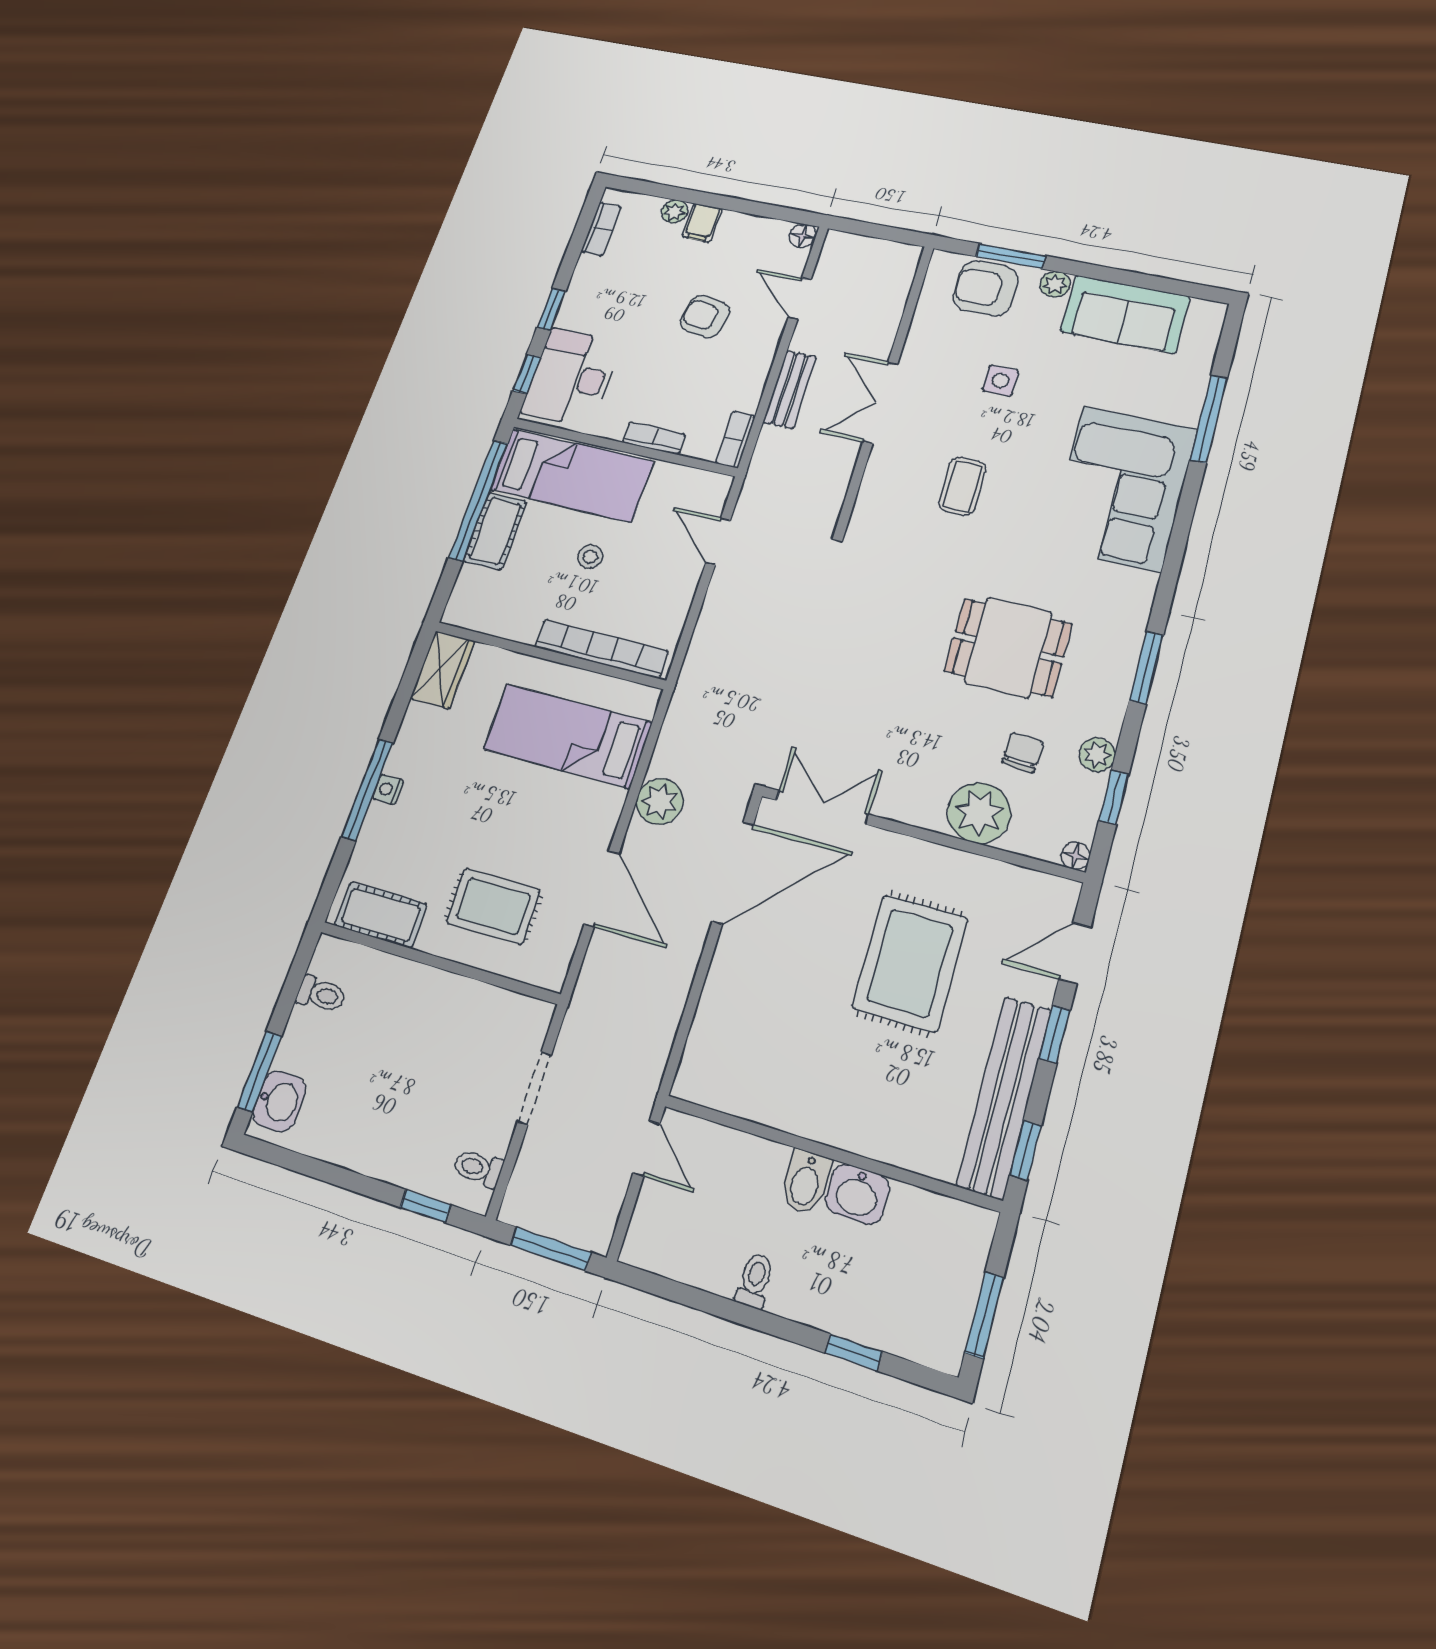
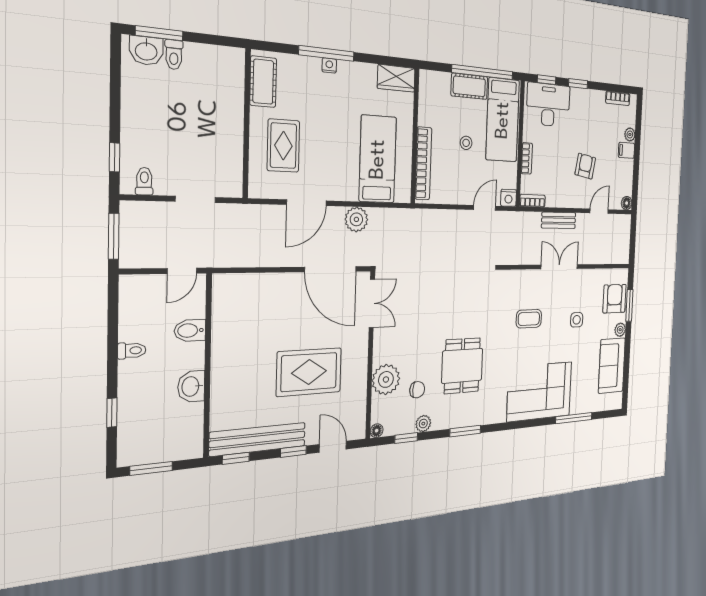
nightstand: (715, 489) -> (509, 198), added
toilet: (321, 994) -> (174, 55), moved
bidet: (805, 1182) -> (190, 330), moved

